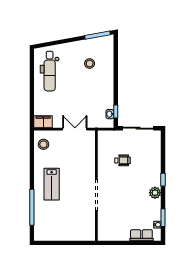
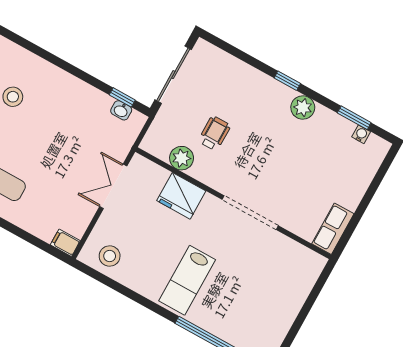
filing cabinet: (43, 122) -> (65, 243), width x0.50
plant: (104, 152) -> (182, 158), added
fridge: (87, 161) -> (181, 196), added
lab bench: (52, 184) -> (187, 280), turned 90
row of seats: (141, 235) -> (333, 229), moved

